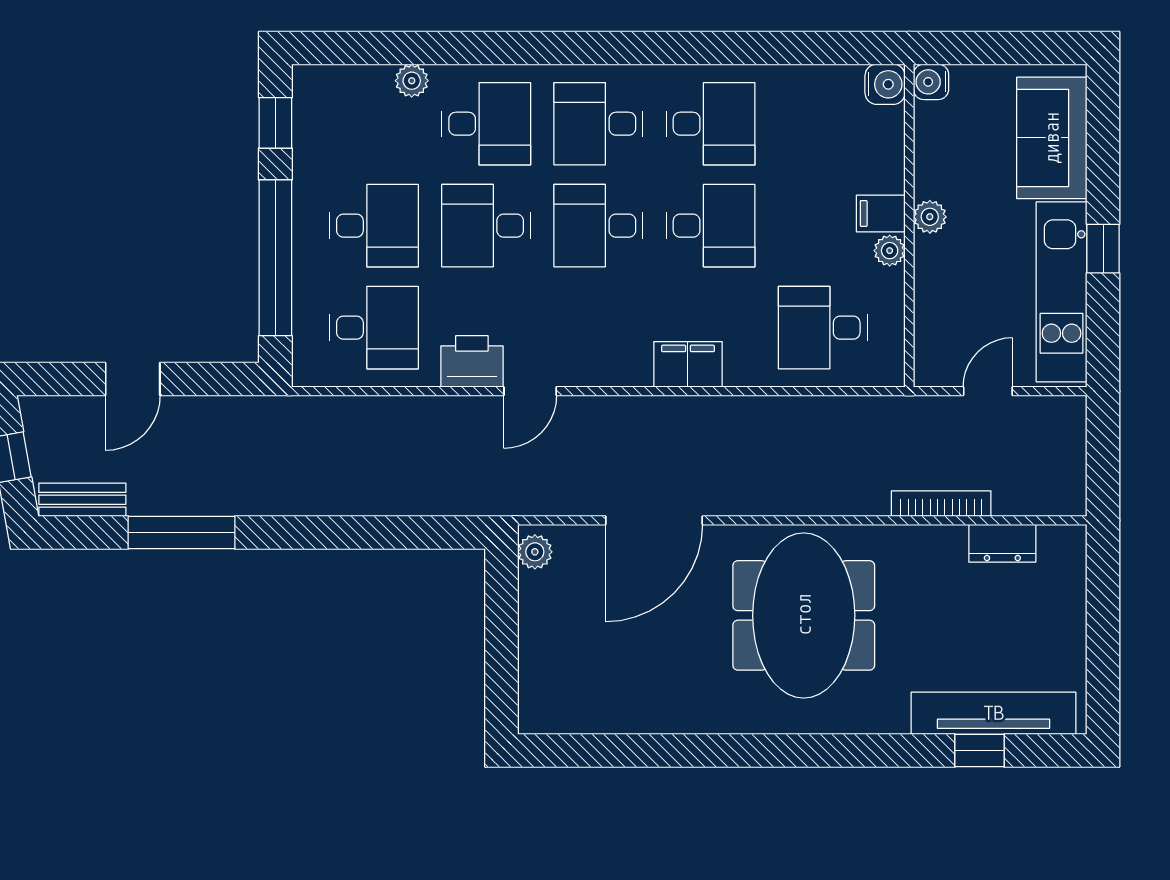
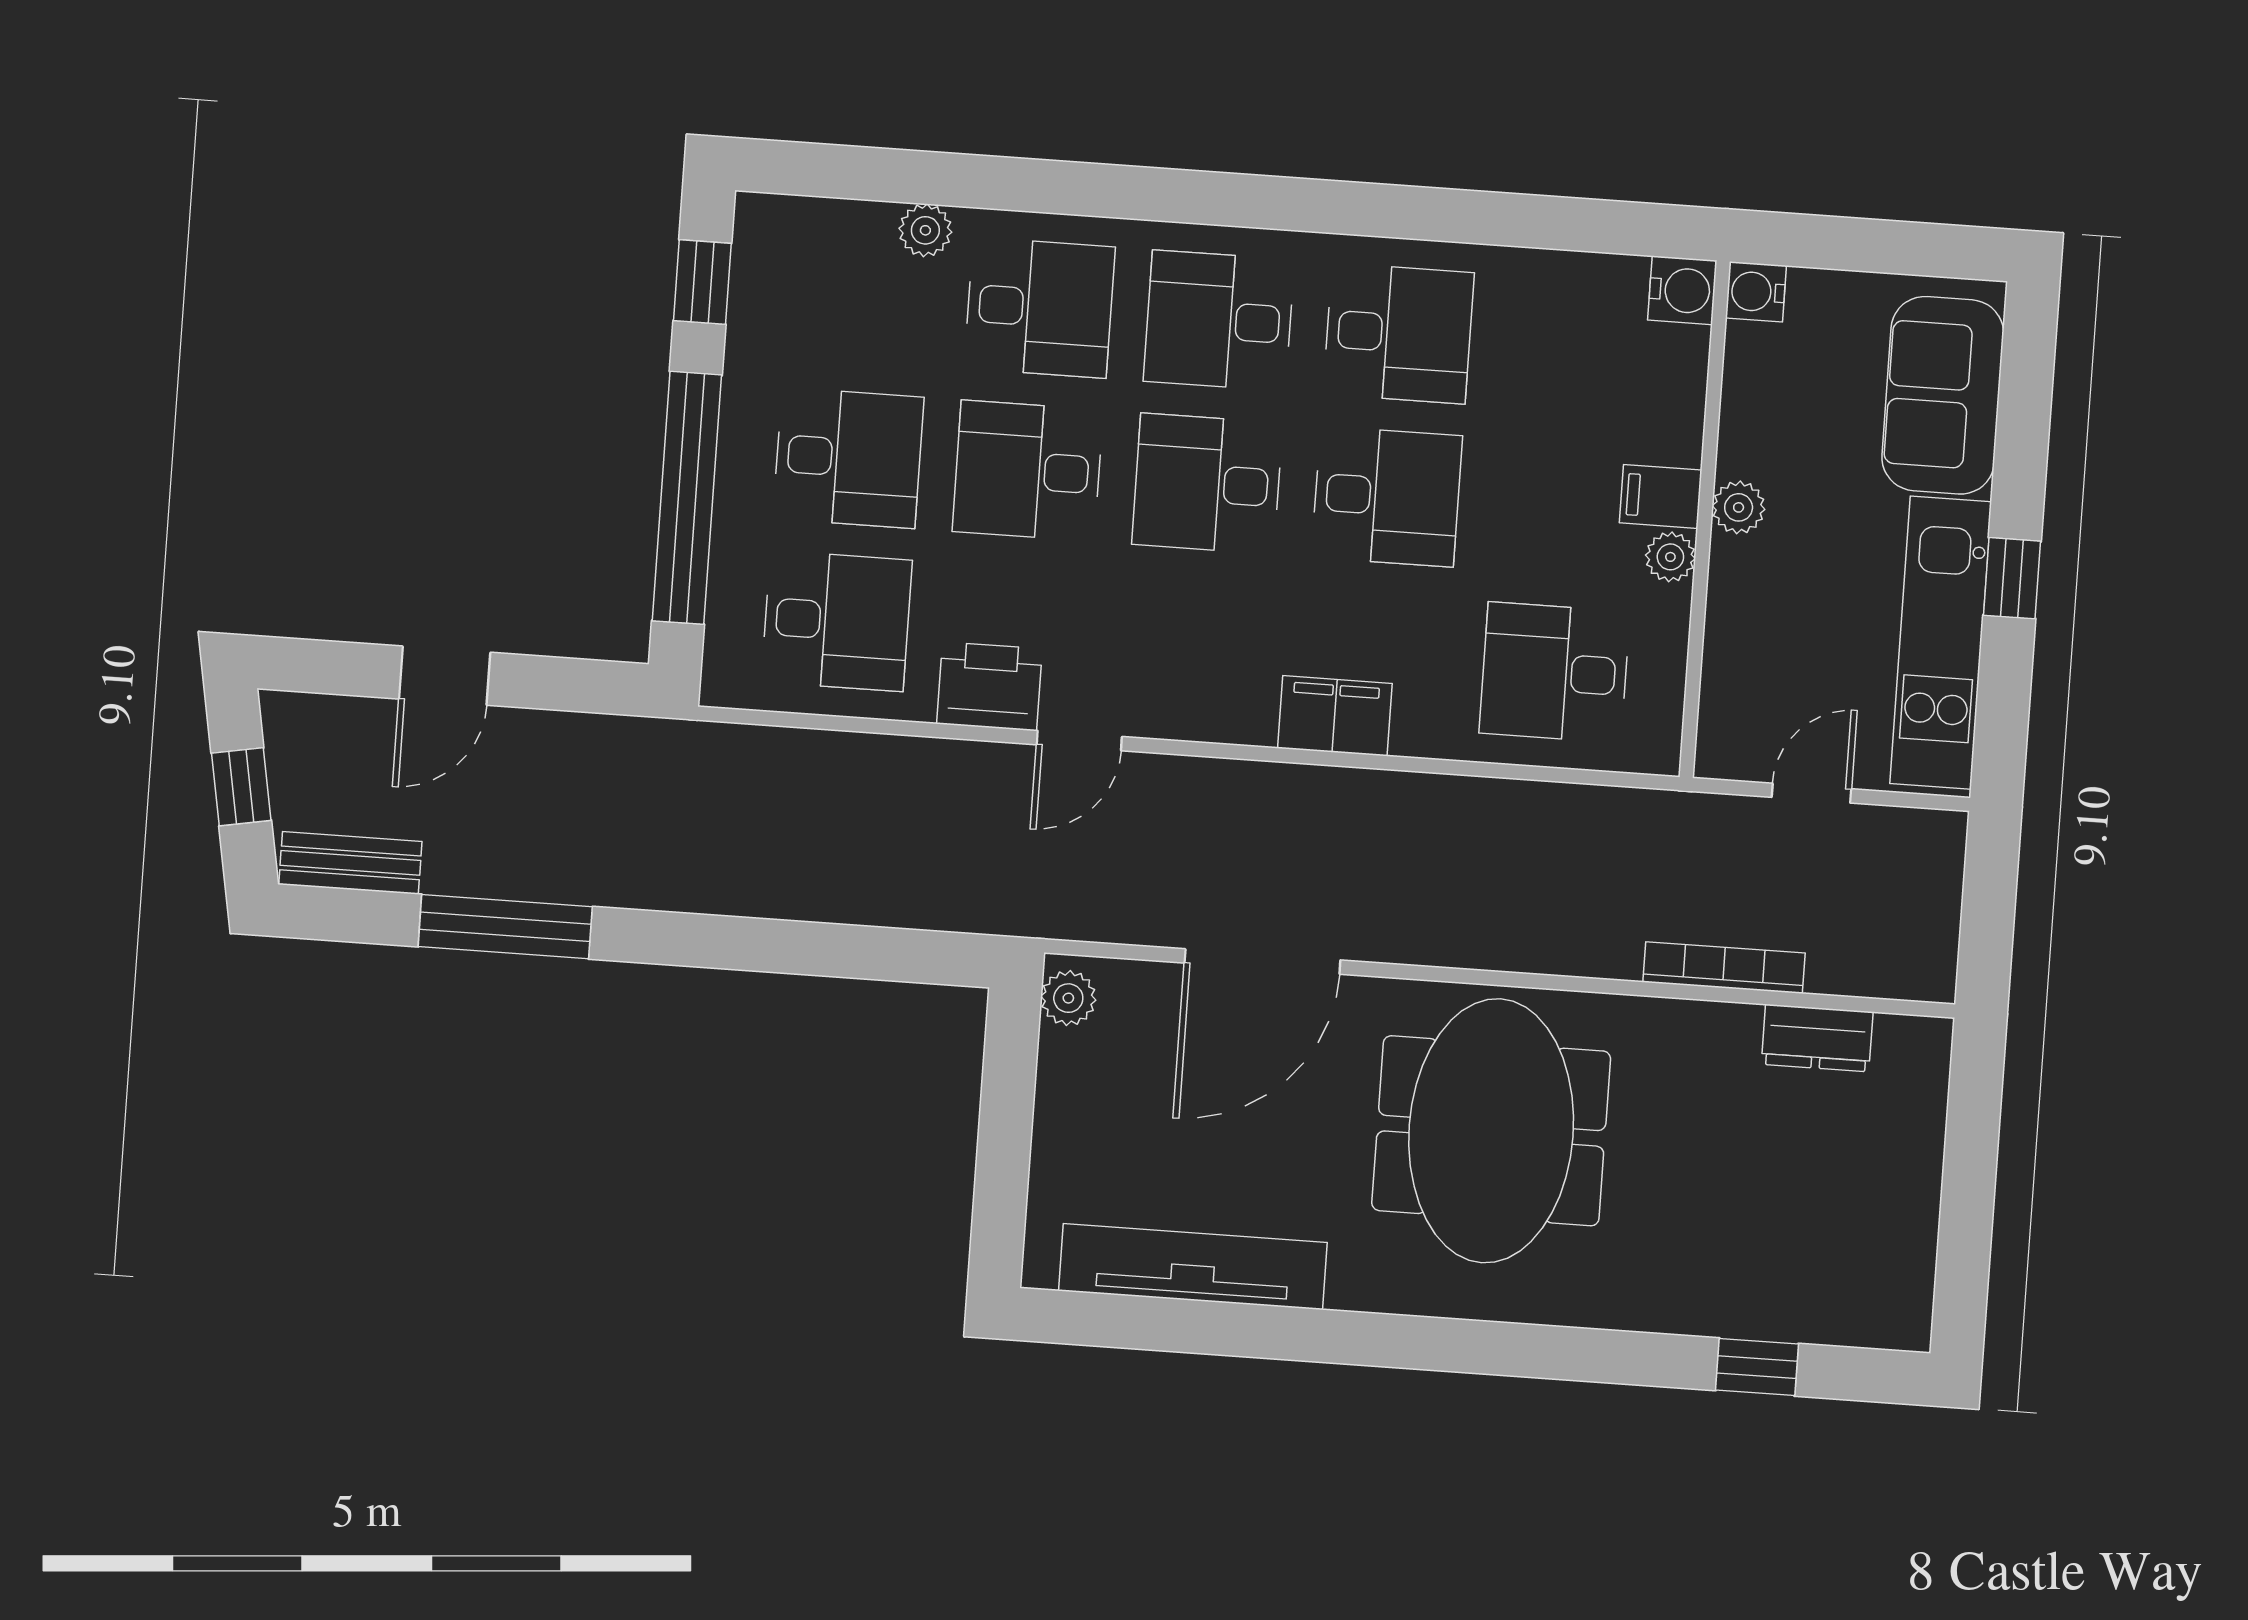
tv unit: (993, 713) -> (1193, 1267), moved

